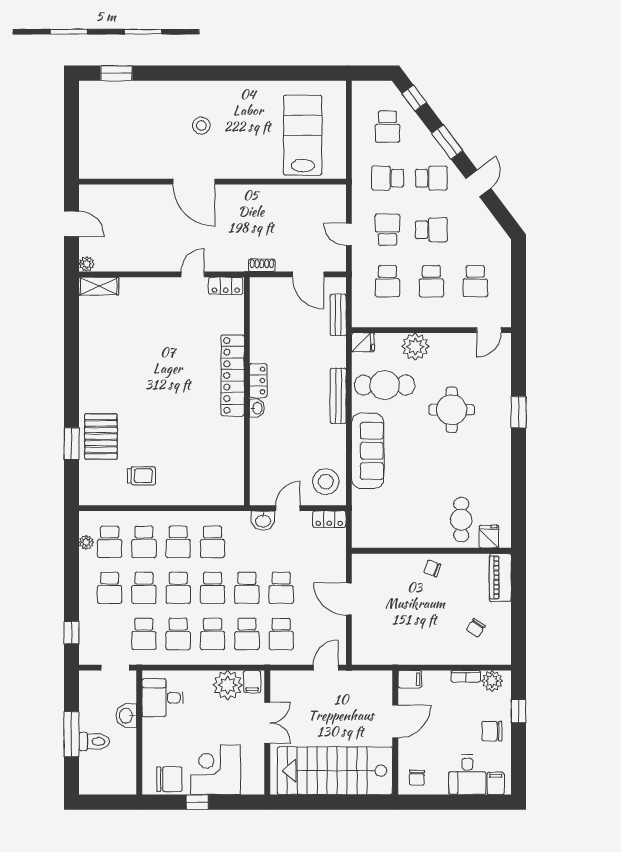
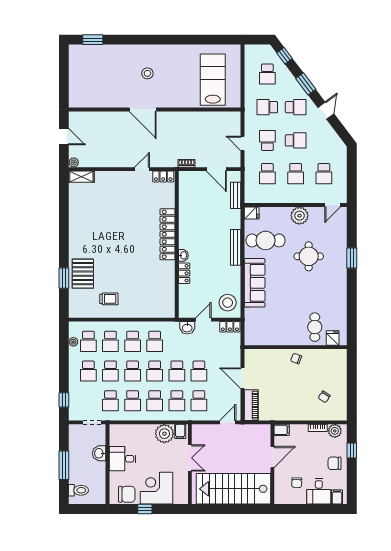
plant: (415, 347) -> (299, 216), moved
locker: (258, 381) -> (184, 273), moved
piano: (500, 578) -> (251, 405), moved, turned 180
desk: (163, 698) -> (123, 459), moved
toilet: (94, 741) -> (78, 490), moved
chair: (417, 778) -> (297, 483), moved

